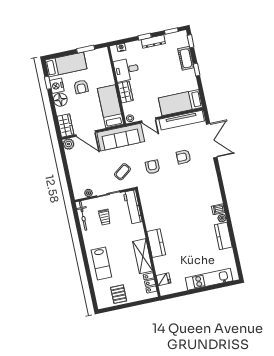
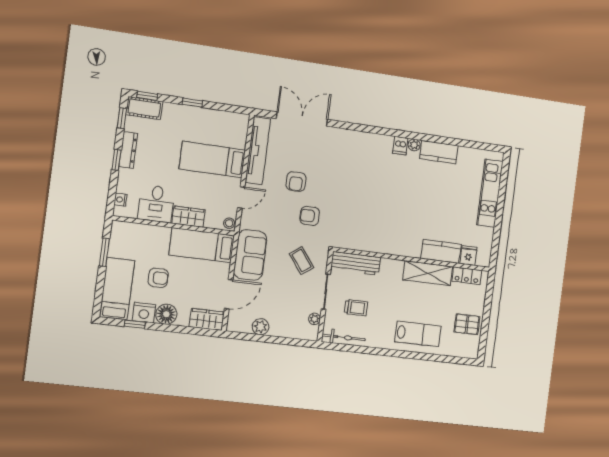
cot: (186, 58) -> (144, 108), moved
bed: (180, 103) -> (212, 159), moved, turned 90
sofa: (121, 137) -> (250, 255), width x0.73
plant: (69, 144) -> (261, 327), moved
armchair: (183, 157) -> (296, 182), moved
kitchen counter: (156, 243) -> (441, 251), moved

